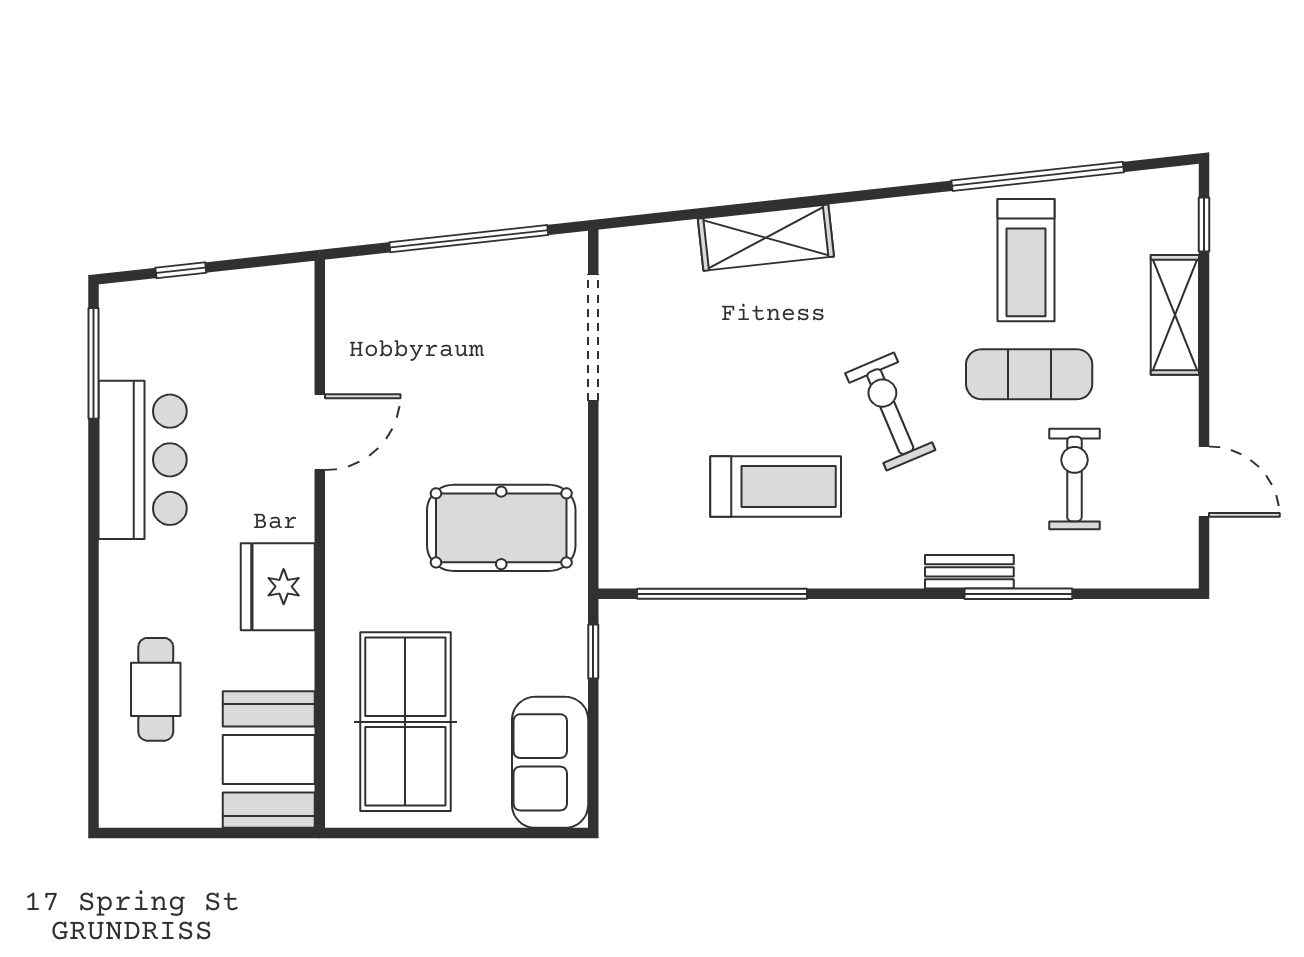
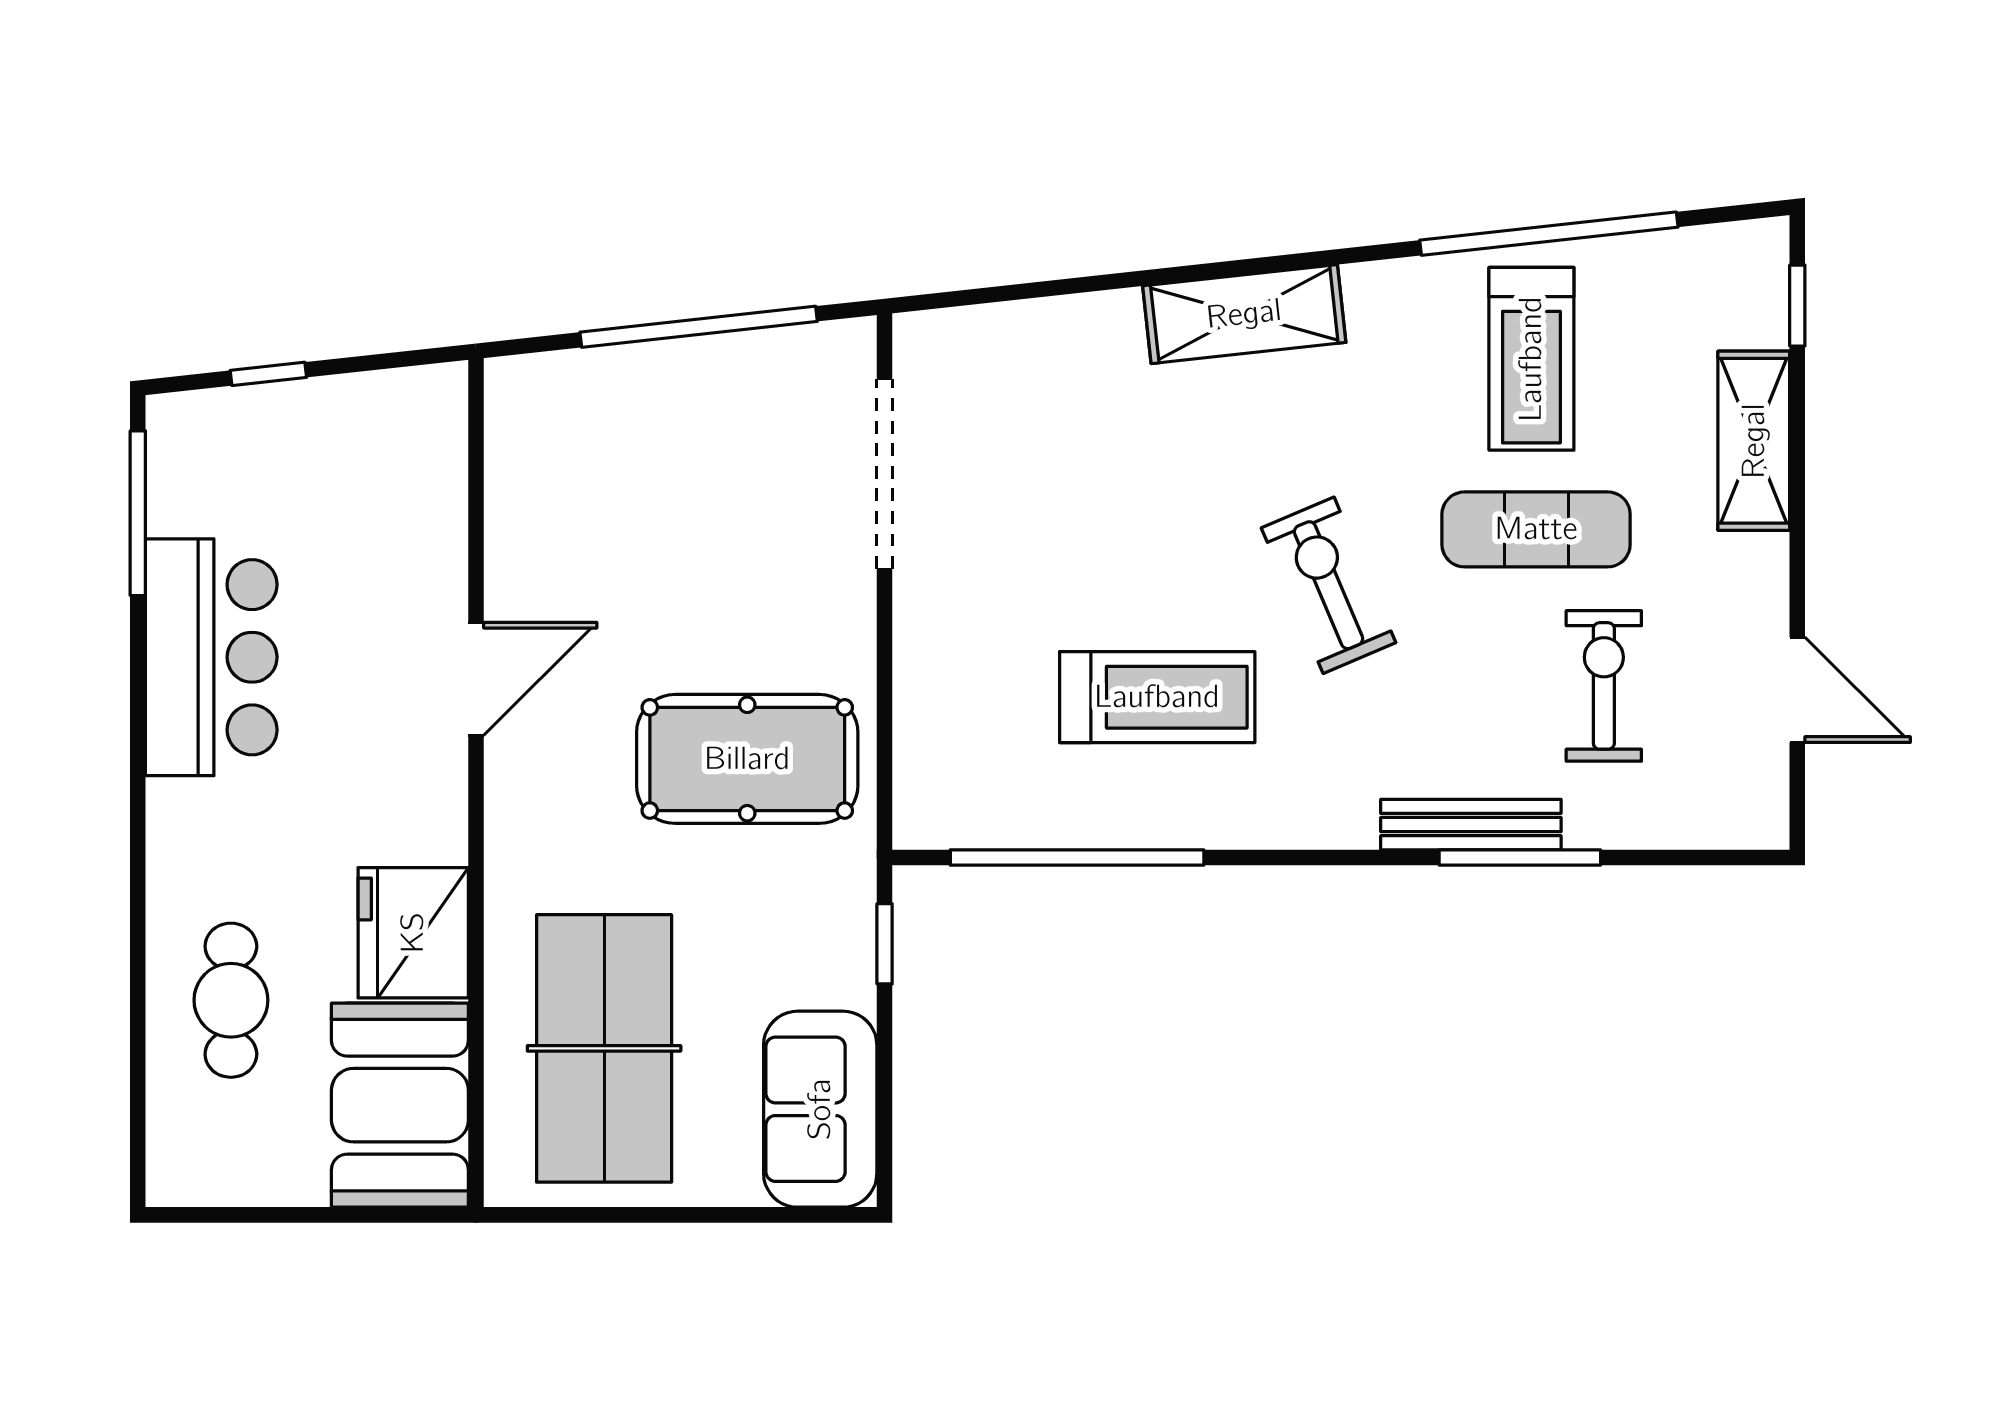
shelving: (766, 238) -> (1244, 314), moved
door: (320, 432) -> (476, 679), moved
bench: (969, 572) -> (1471, 825), width x1.36
fridge: (278, 587) -> (413, 933), moved

